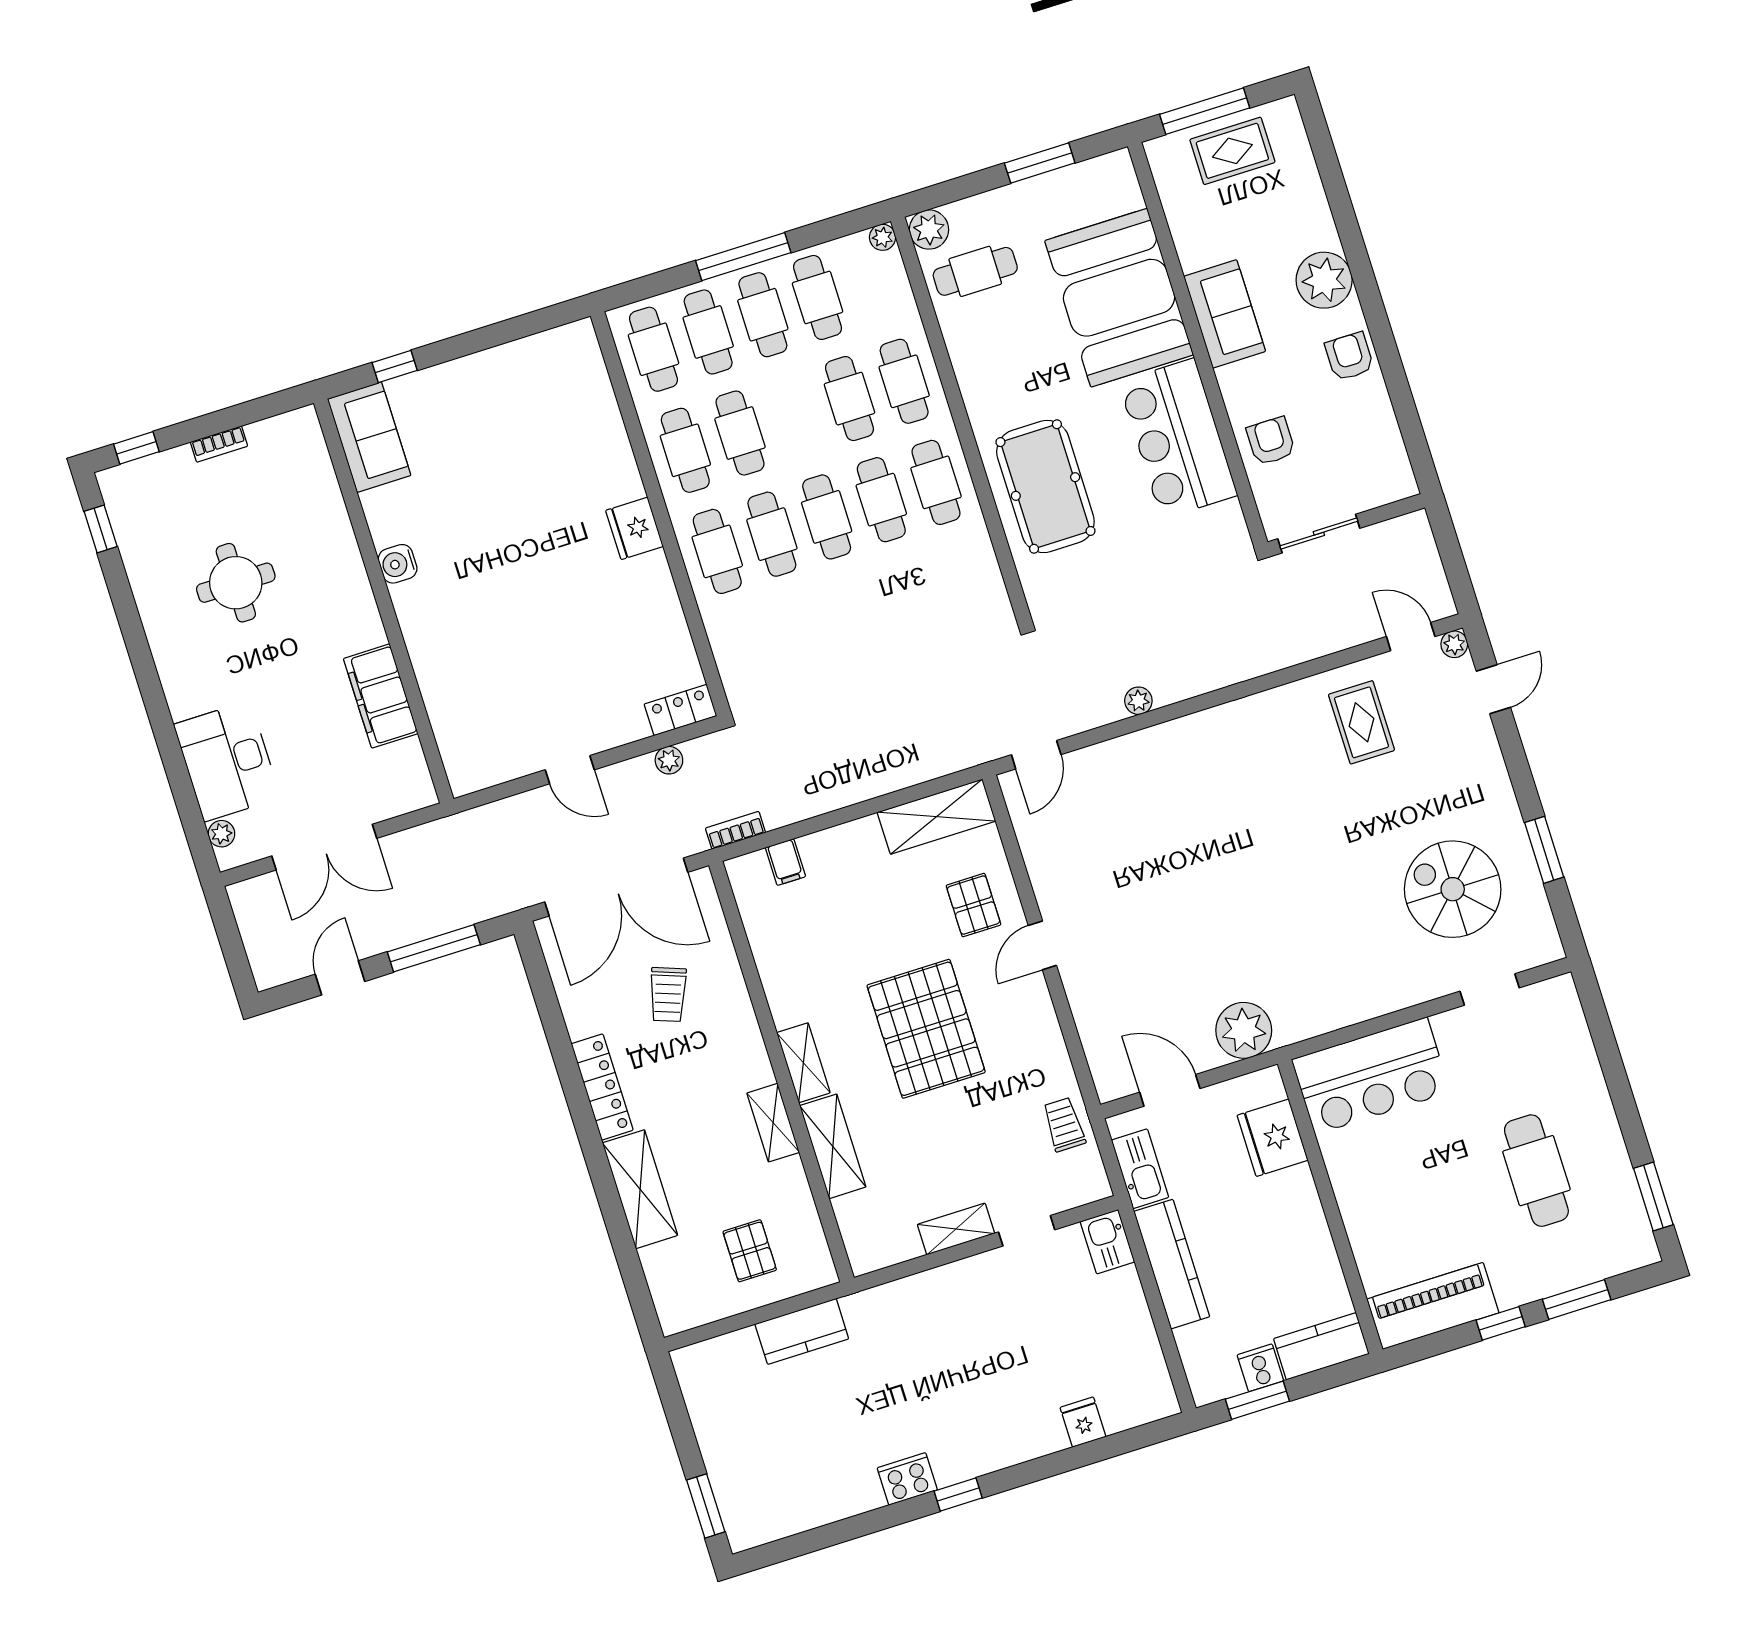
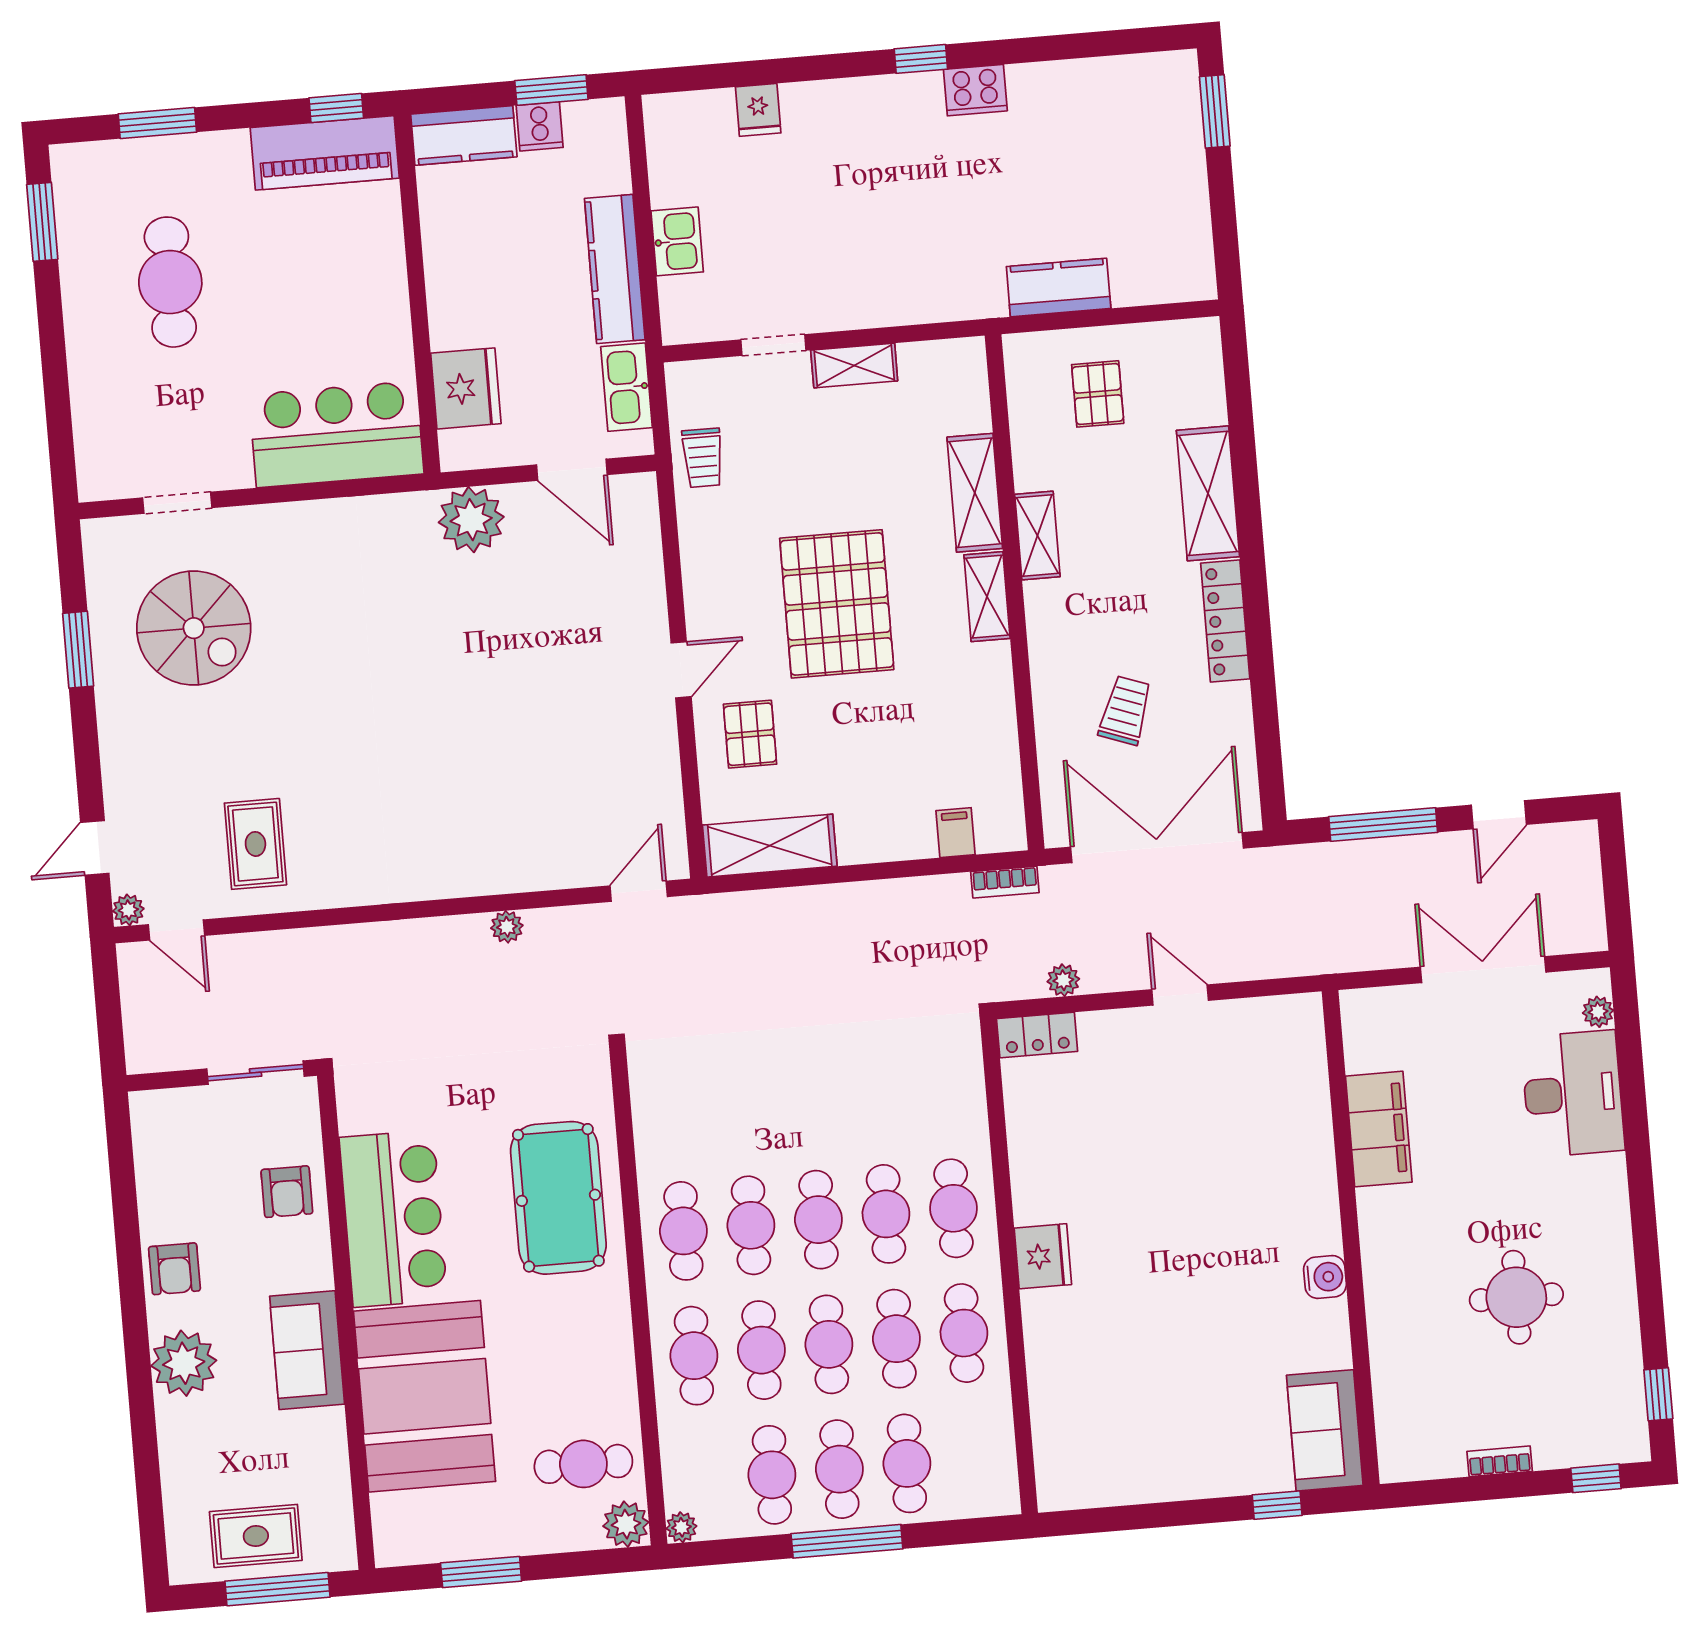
cafe table: (653, 349) -> (829, 1344), moved
kitchen sink: (1107, 1242) -> (677, 241), moved
window: (1501, 1323) -> (336, 108), moved

